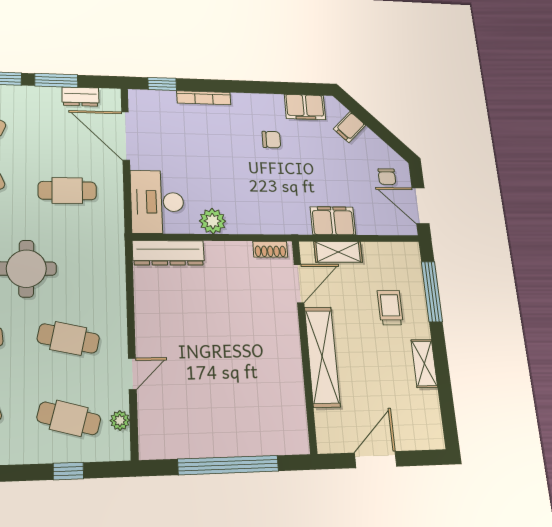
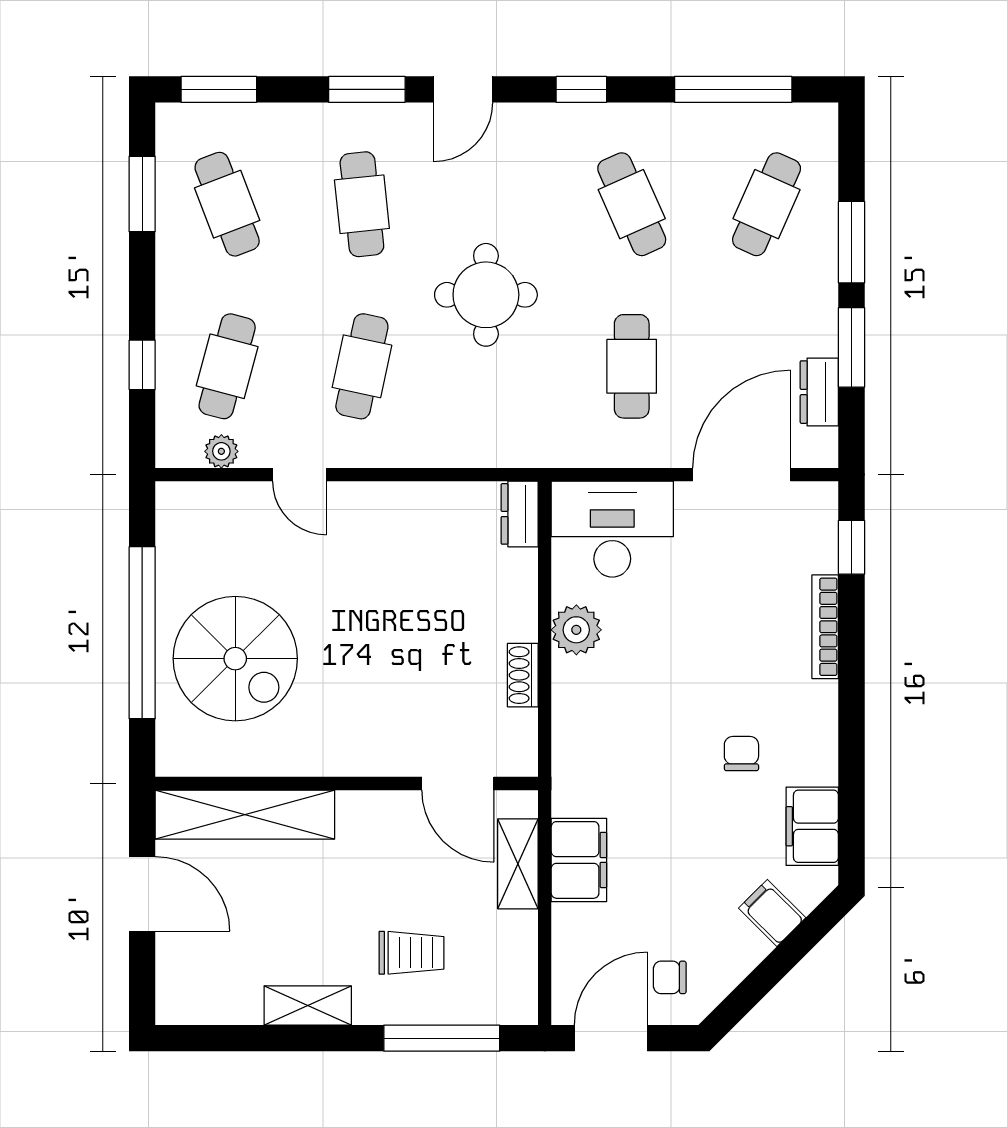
chair: (271, 140) -> (741, 754), turned 180
shoe rack: (270, 249) -> (523, 675), moved
dresser: (168, 253) -> (520, 514), width x0.51, depth x0.80
shelving: (322, 357) -> (245, 815), moved
spiral stairs: (240, 409) -> (235, 659), added

